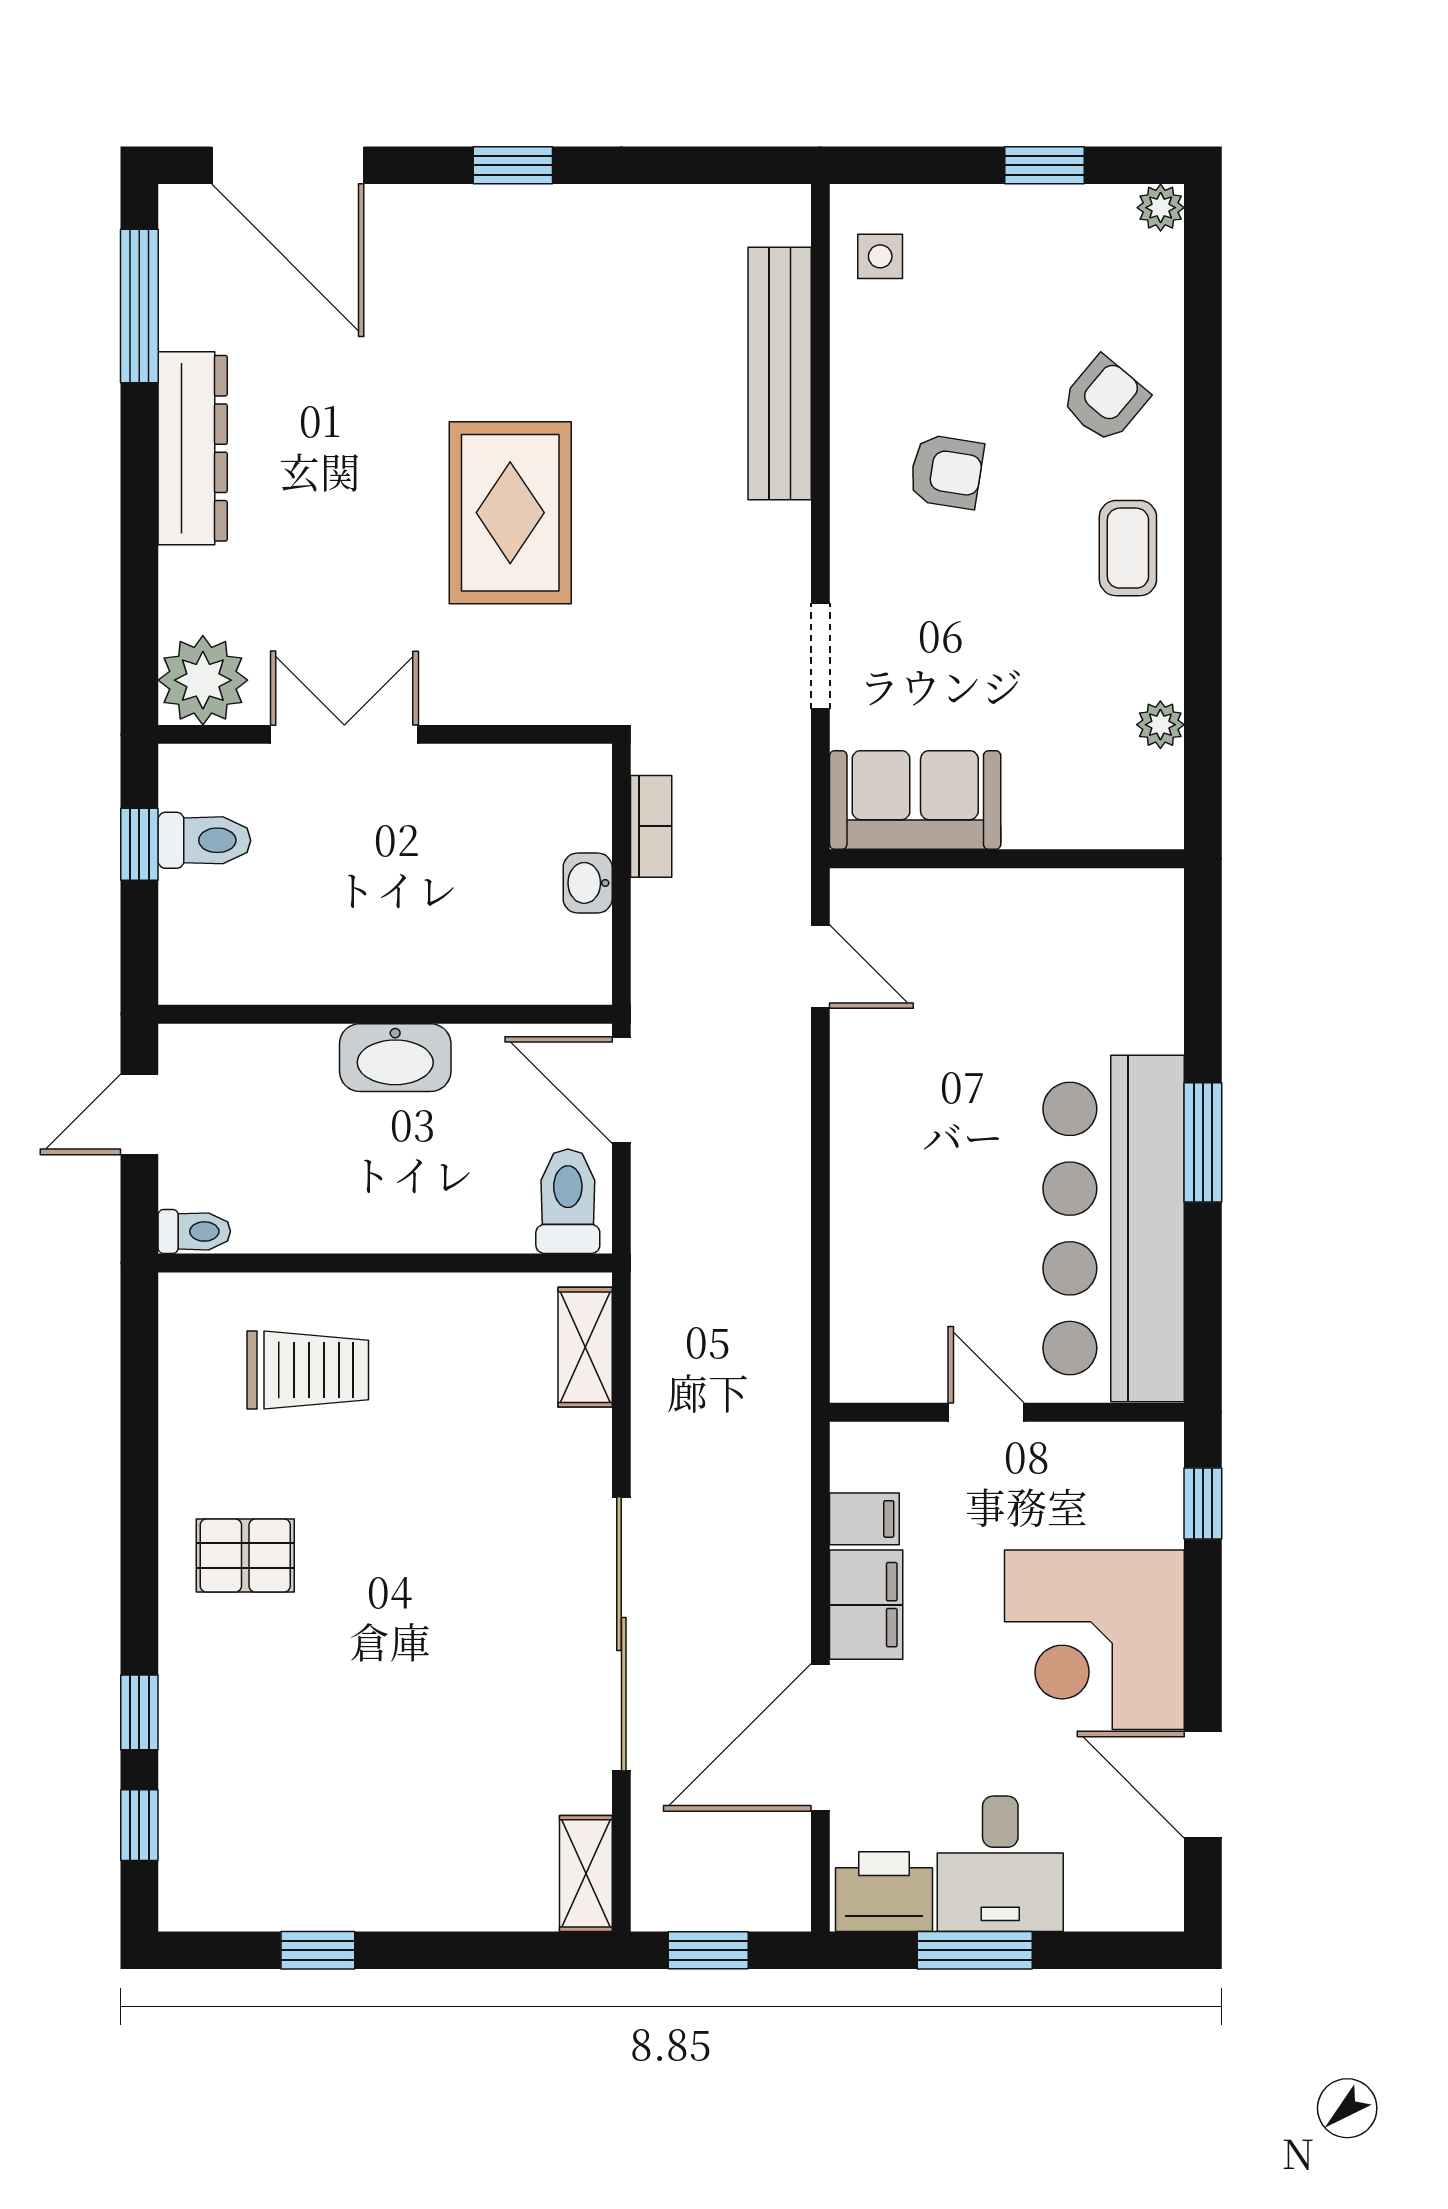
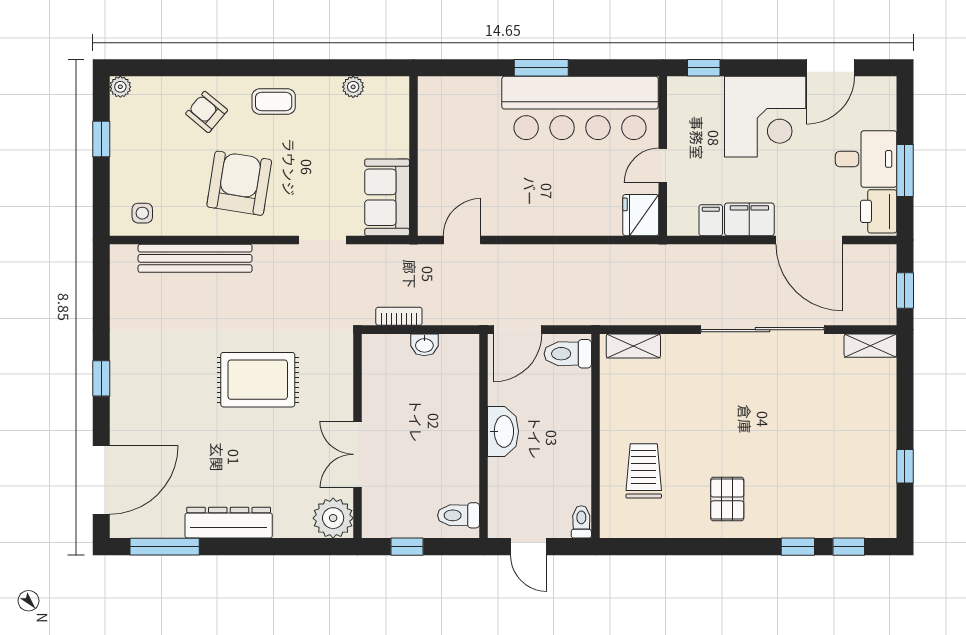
armchair: (946, 472) -> (239, 183), width x1.88, depth x1.88
toilet: (204, 840) -> (458, 515), moved, turned -90
fridge: (876, 1363) -> (641, 215), added

